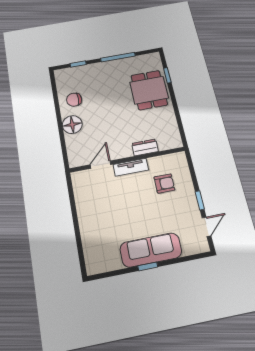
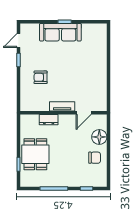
dresser: (145, 147) -> (49, 120), moved
wall: (127, 160) -> (63, 113), moved
door: (101, 165) -> (84, 113), moved
tv unit: (131, 167) -> (62, 106), moved

